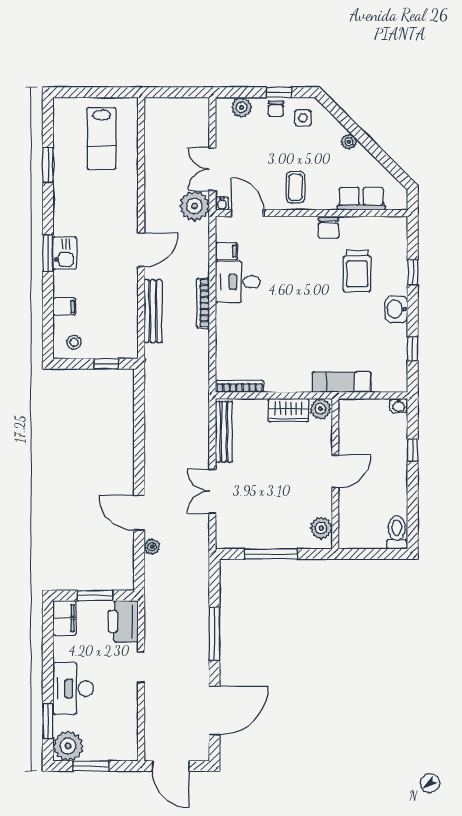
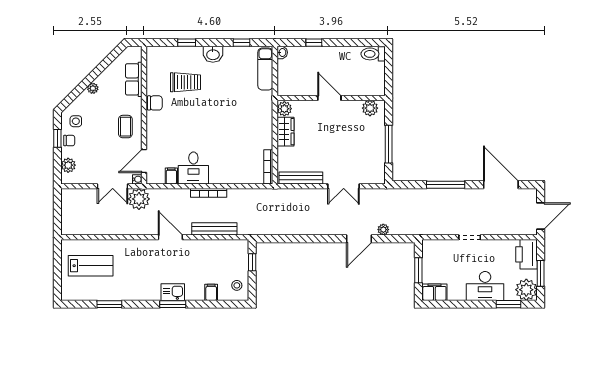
coffee table: (296, 187) -> (125, 127), turned 90
exam couch: (342, 382) -> (265, 69), moved
printer: (123, 621) -> (526, 254), moved, turned 90

